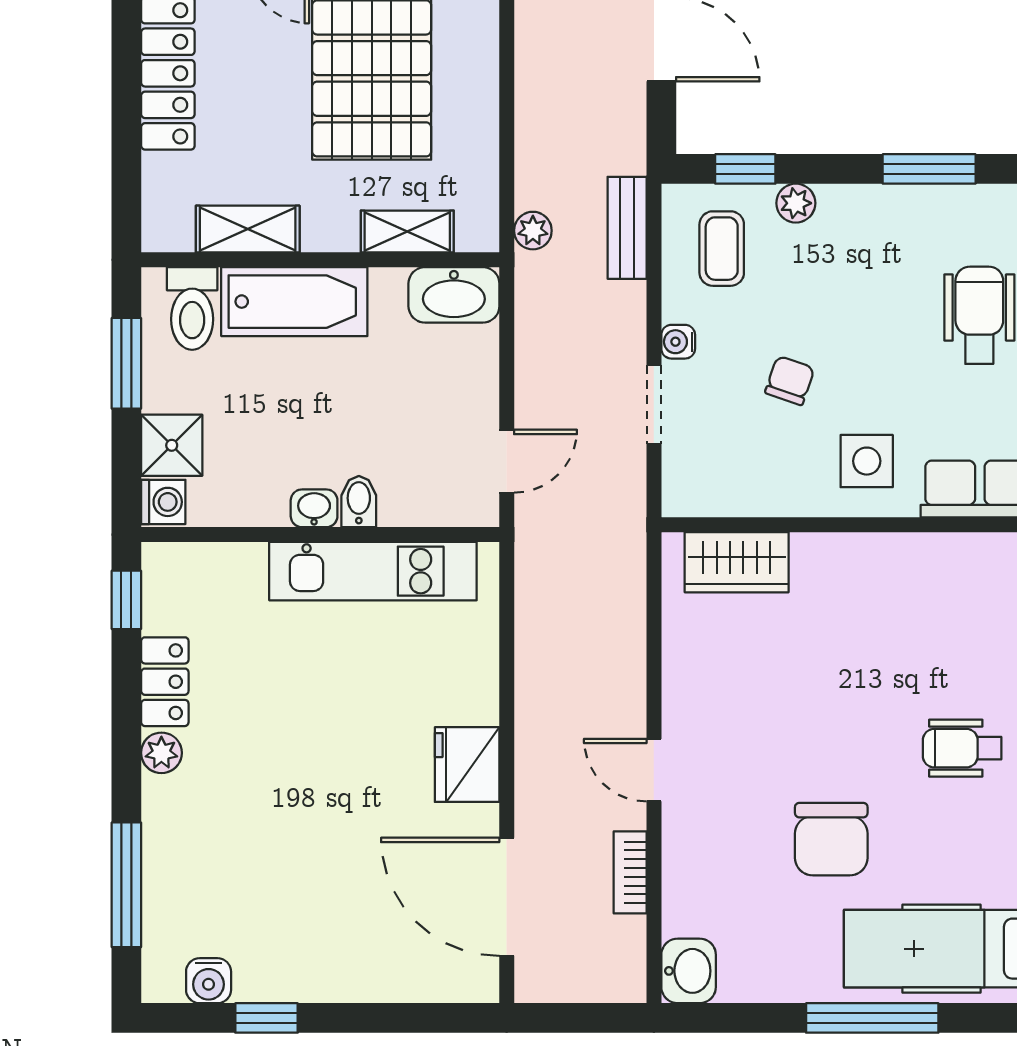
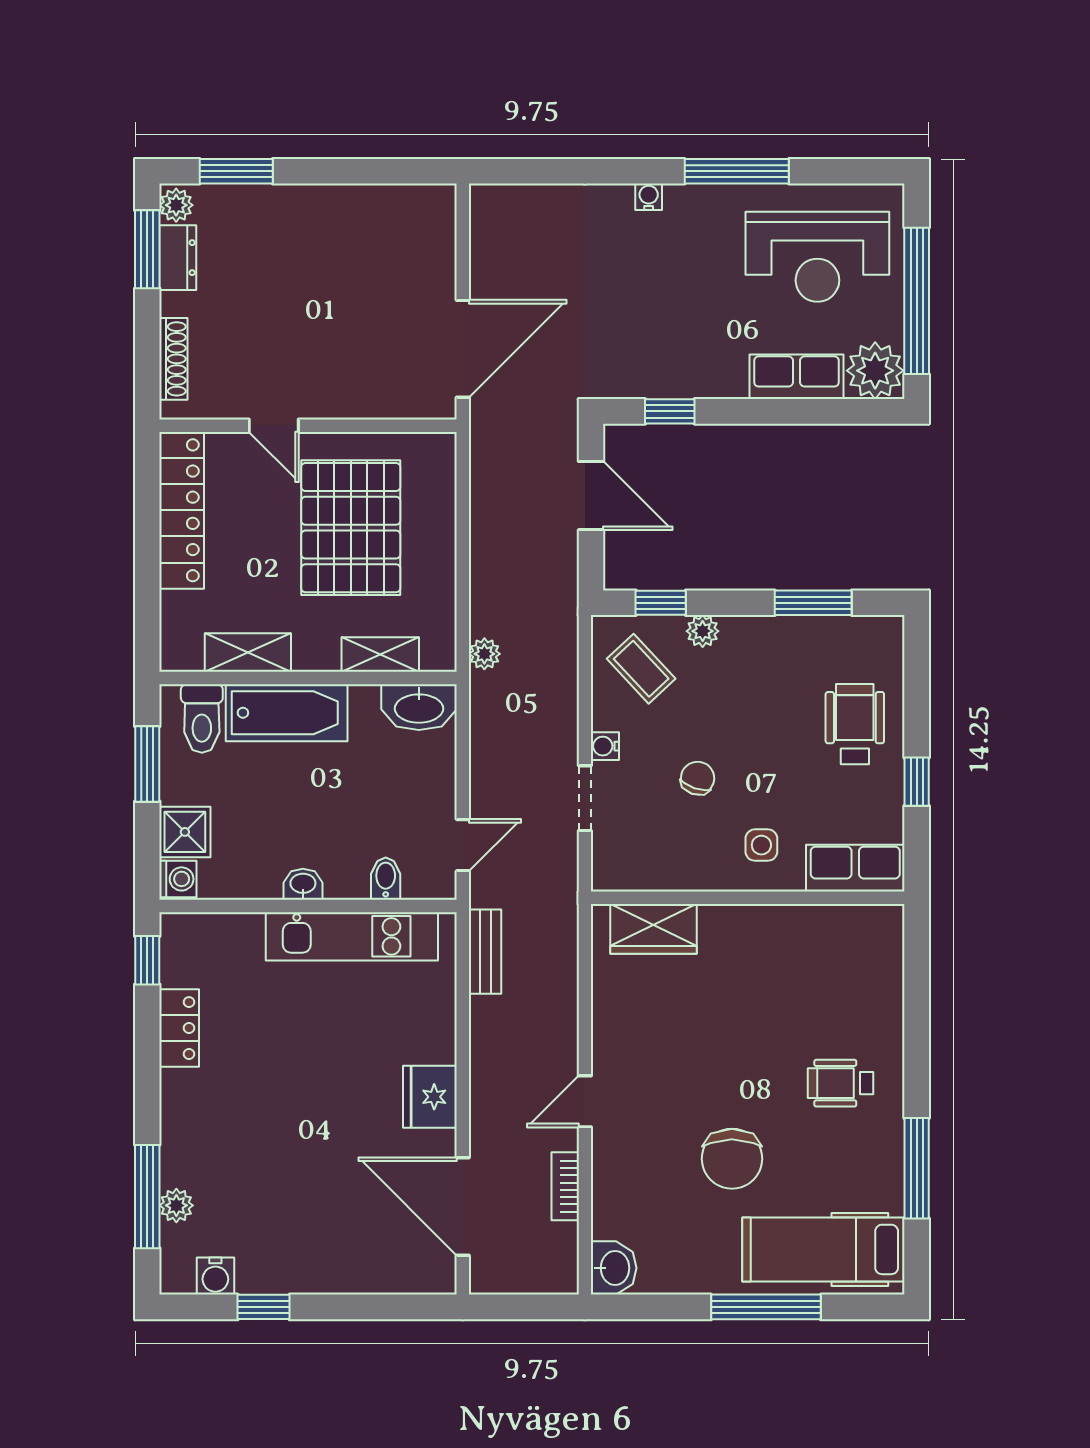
bench: (627, 228) -> (485, 952), moved
coffee table: (722, 249) -> (641, 669), turned -43
side table: (867, 461) -> (761, 845), width x0.73, depth x0.73
bidet: (359, 502) -> (386, 879), moved
plant: (161, 753) -> (176, 1205), moved
door: (654, 770) -> (585, 1101), hinge flipped

